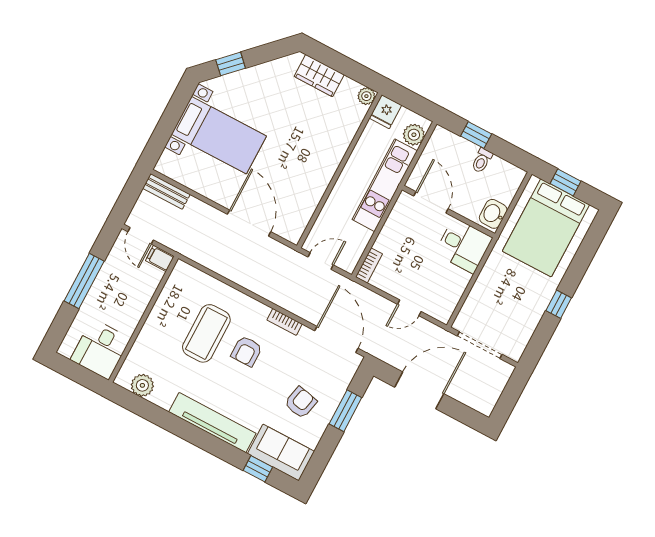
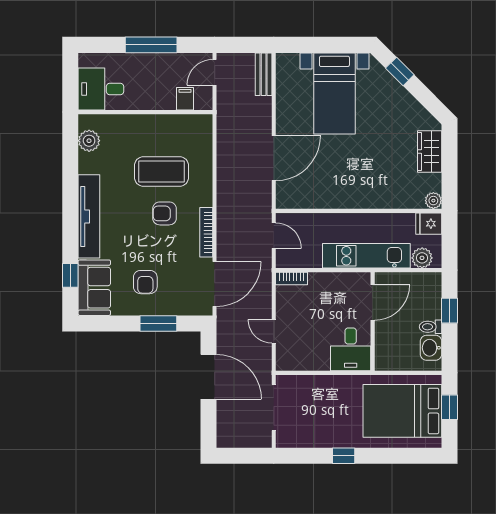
washbasin: (493, 214) -> (431, 348), moved, turned -90
filing cabinet: (160, 258) -> (185, 99), moved
bookcase: (285, 322) -> (206, 232), width x1.56
armchair: (301, 403) -> (145, 282), turned 78

